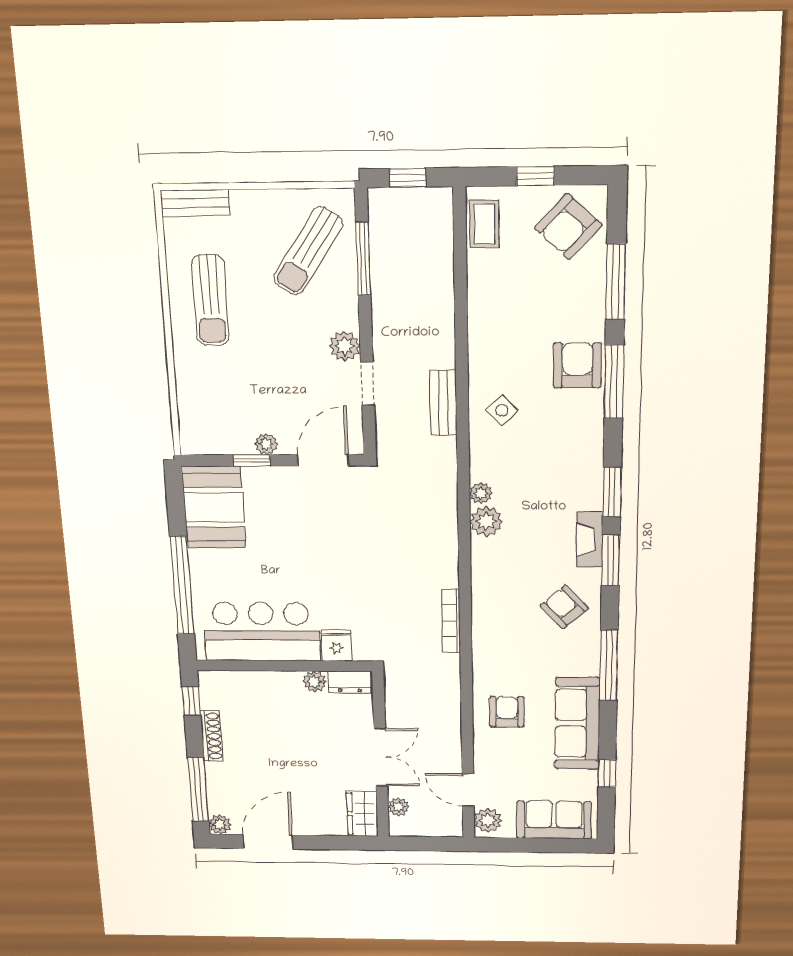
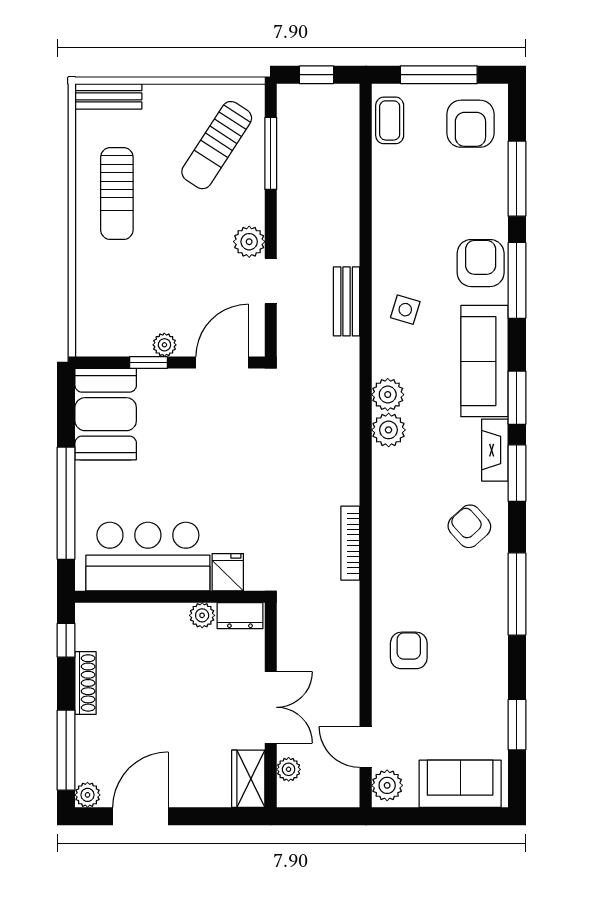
window: (535, 176) -> (439, 75), width x2.17
armchair: (568, 226) -> (470, 124), turned -43
side table: (502, 410) -> (405, 310), turned -30
plant: (481, 493) -> (388, 395), width x1.38, depth x1.38
sofa: (577, 723) -> (484, 361), moved
window: (607, 773) -> (517, 725), width x1.50

